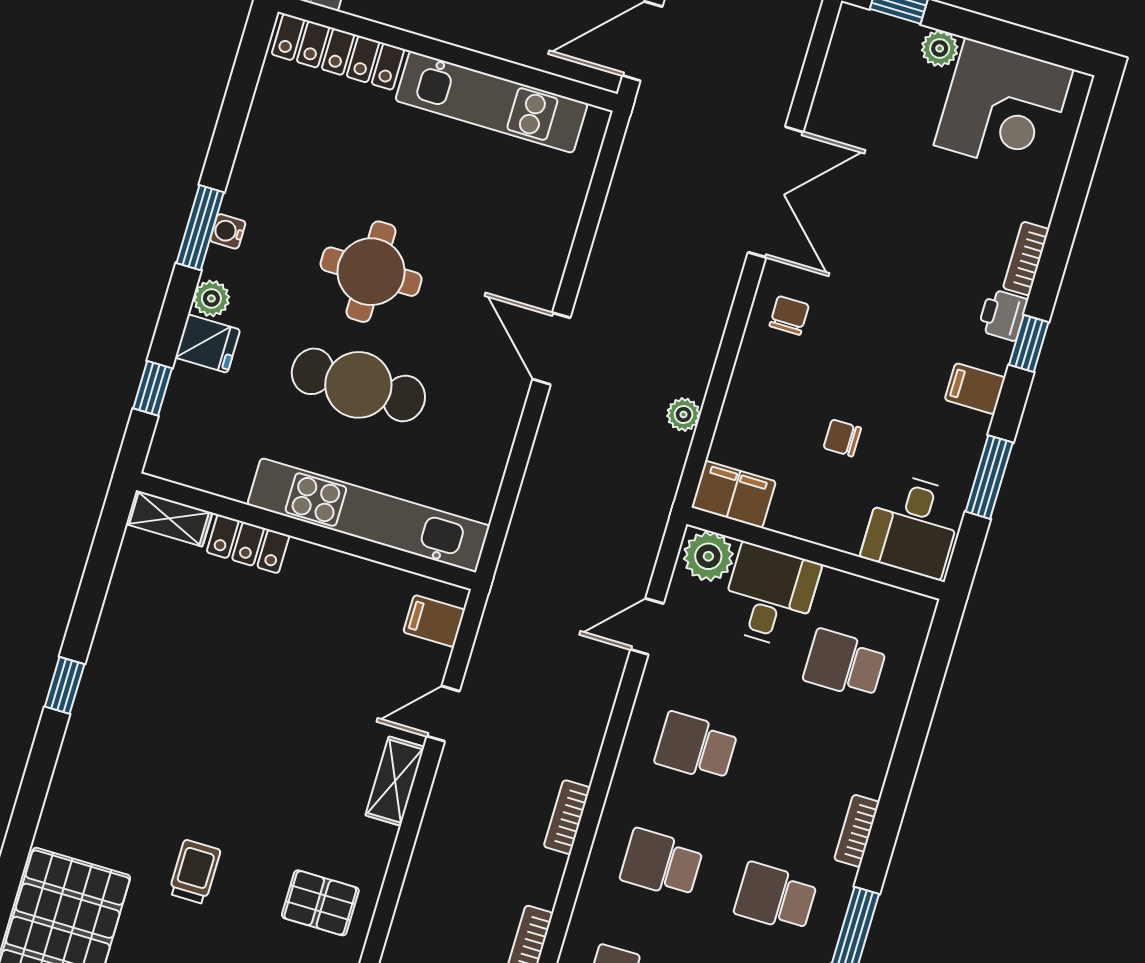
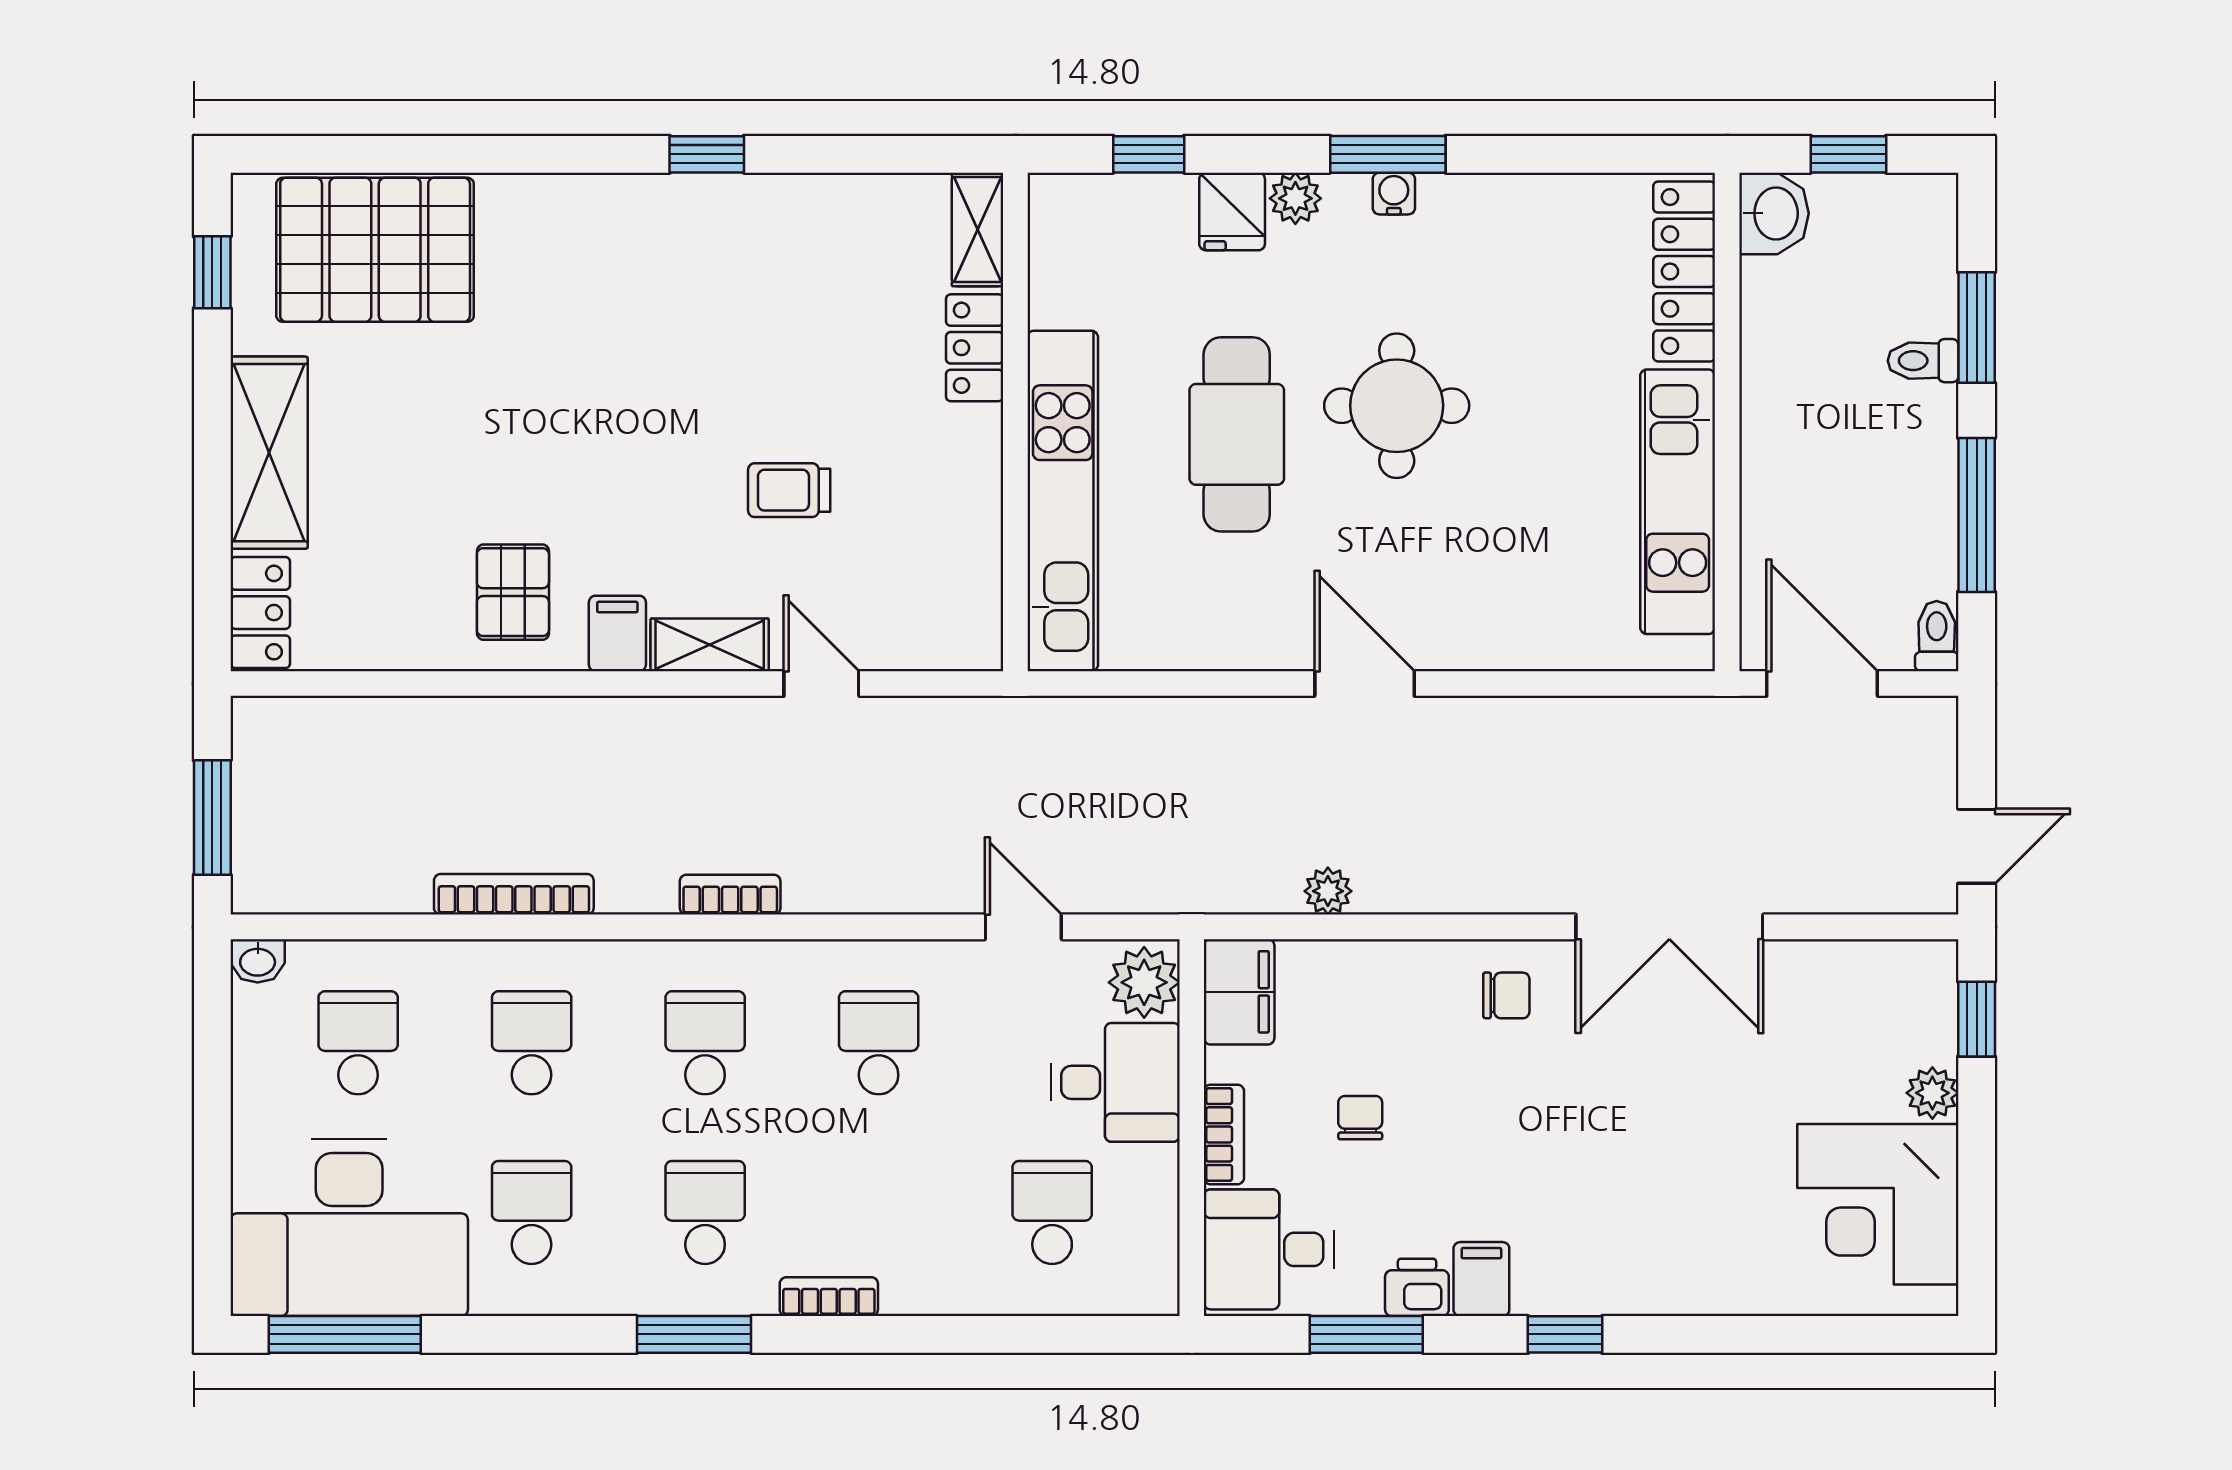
bookcase: (1026, 259) -> (1224, 1134), moved, turned 90
printer: (1003, 315) -> (1417, 1287), moved
door: (551, 349) -> (1365, 684), hinge flipped
filing cabinet: (434, 621) -> (617, 634), moved
trolley: (195, 872) -> (789, 490), moved, turned 180

